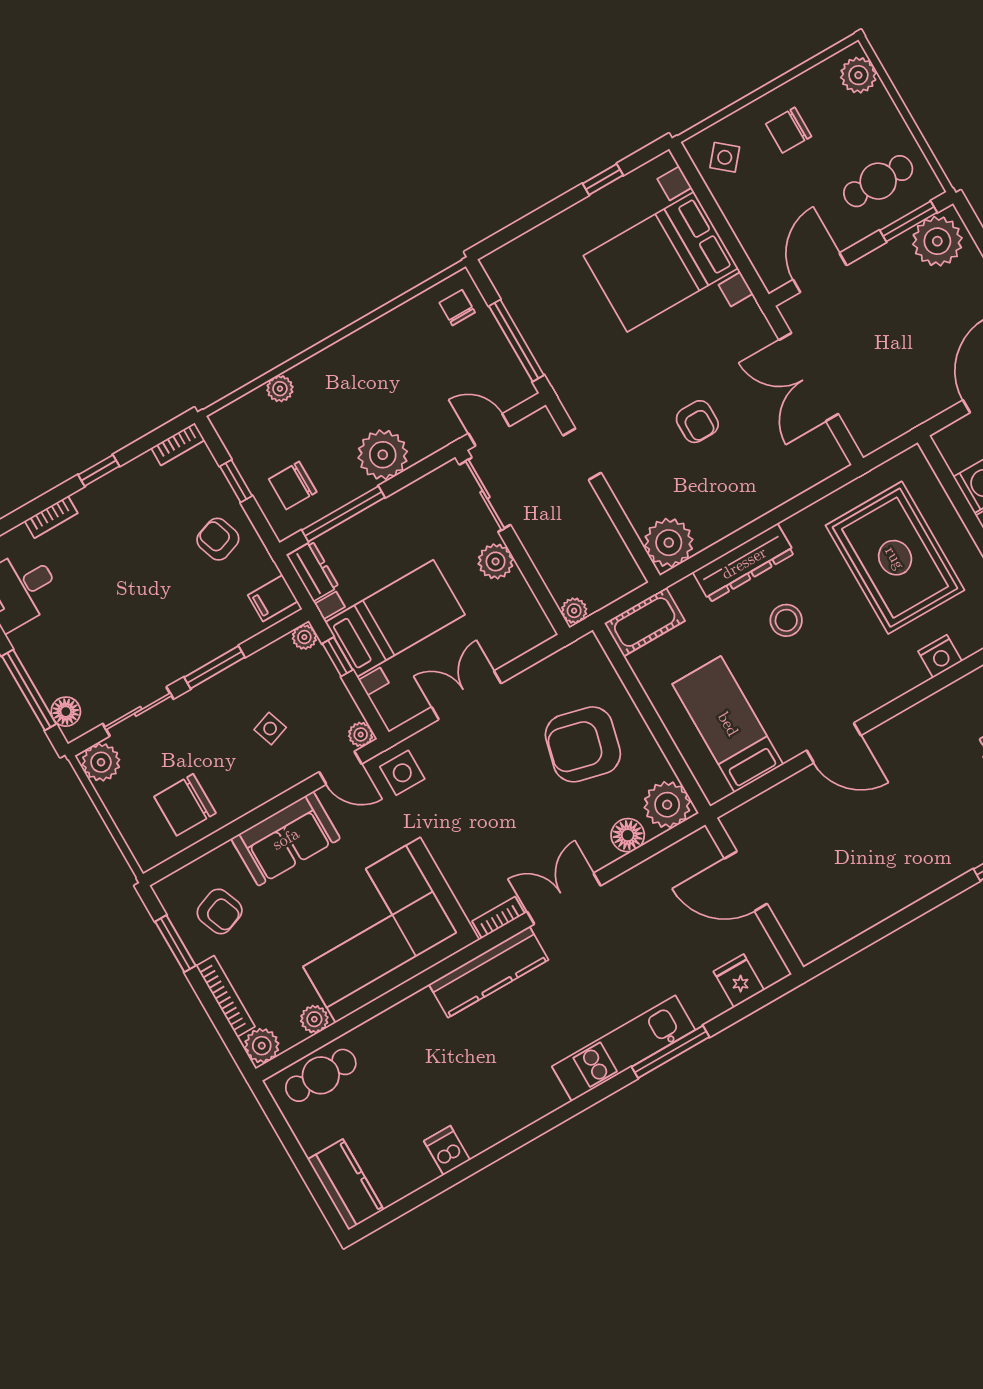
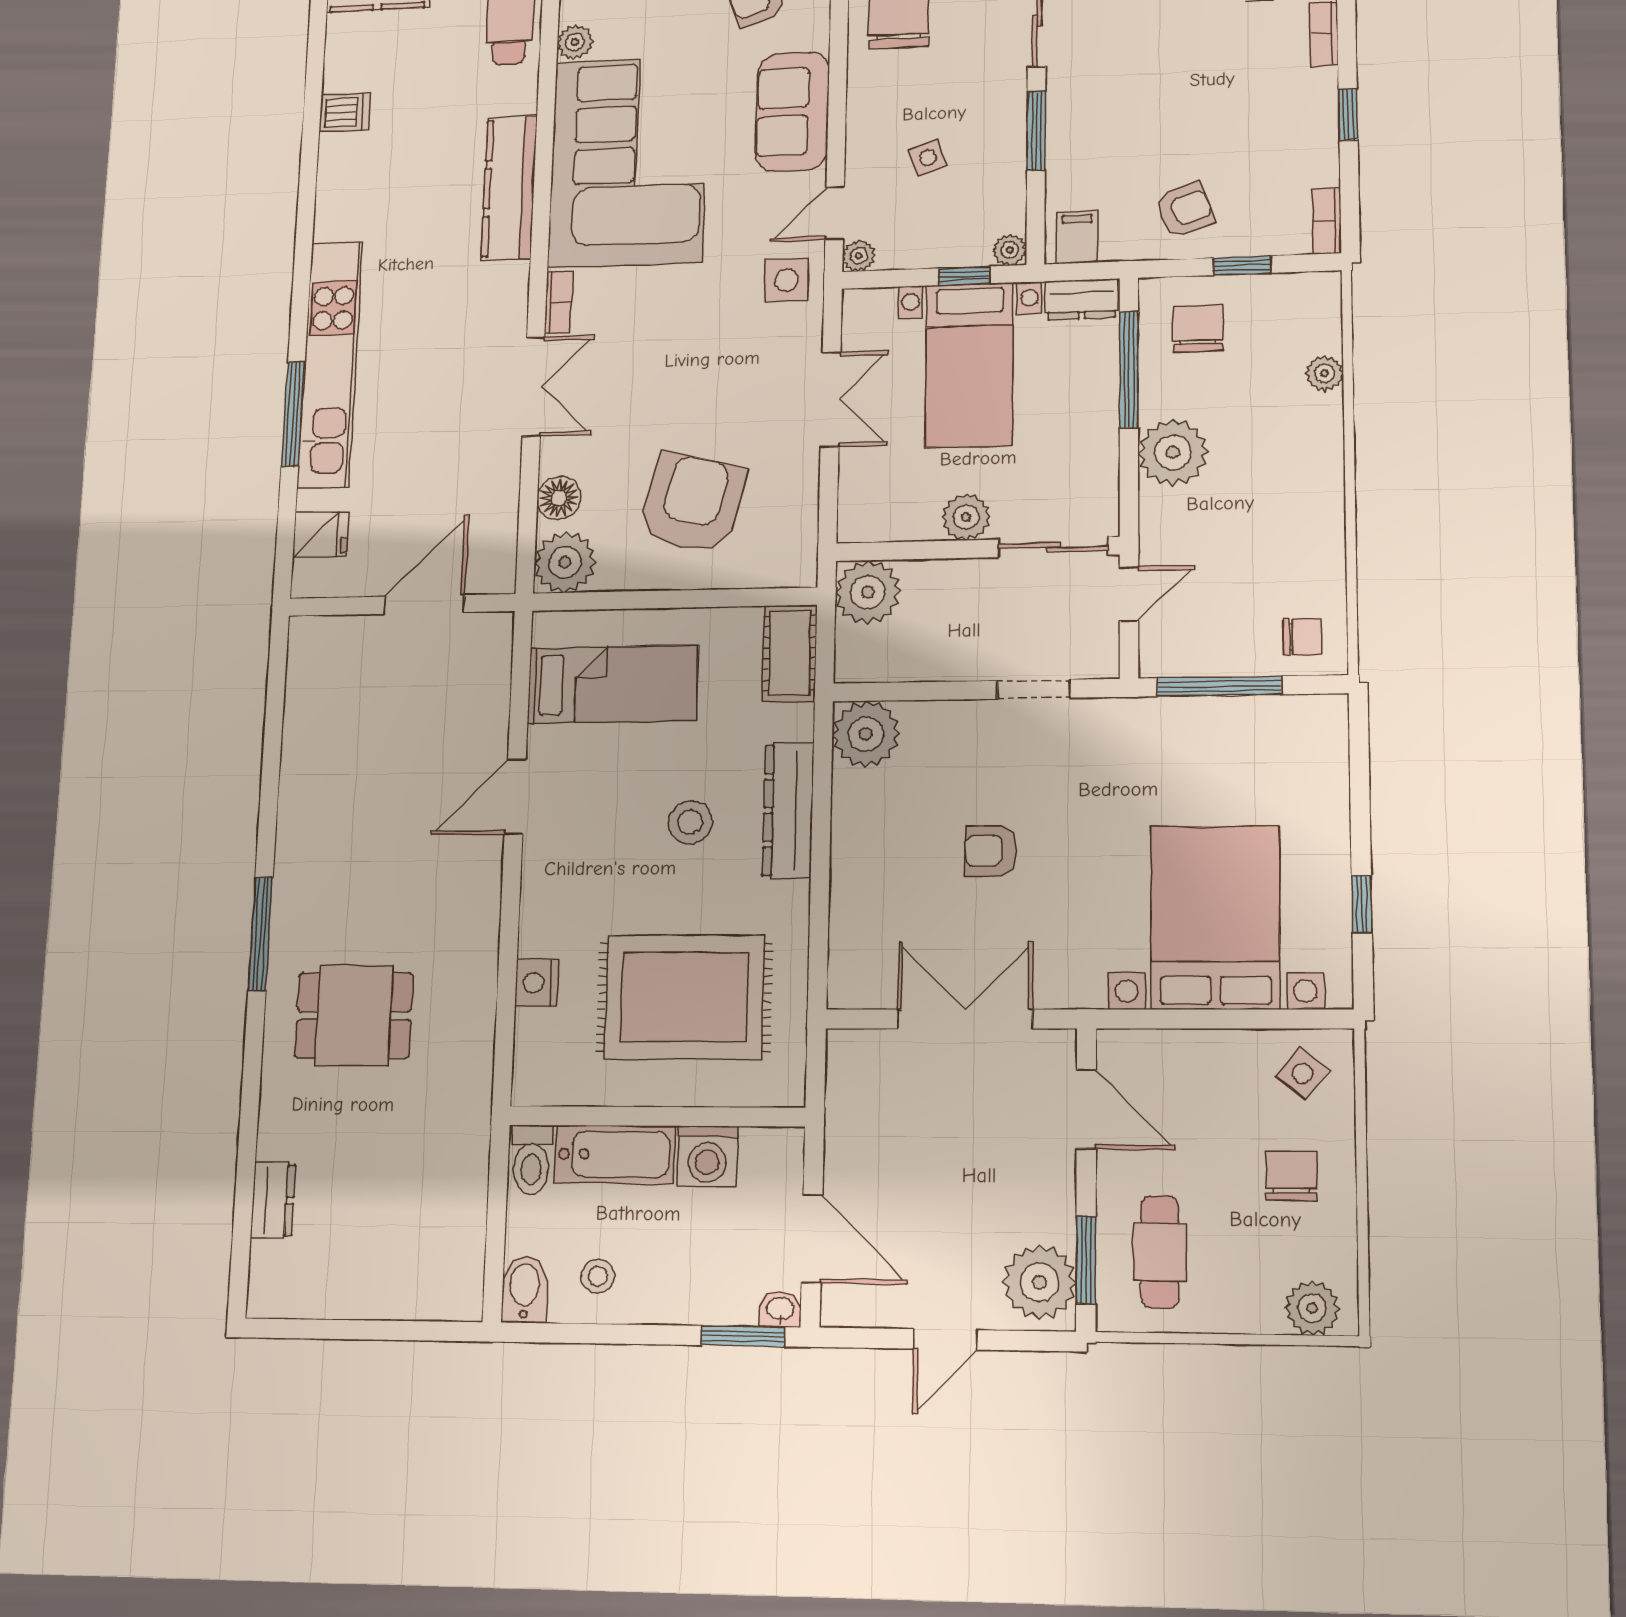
plant: (574, 611) -> (868, 592), width x1.88, depth x1.88
kitchen counter: (489, 972) -> (509, 188), moved
kitchen unit: (624, 1048) -> (330, 364), width x1.36

